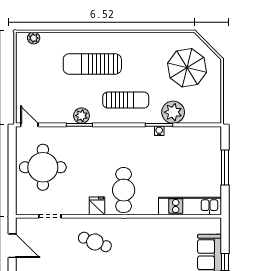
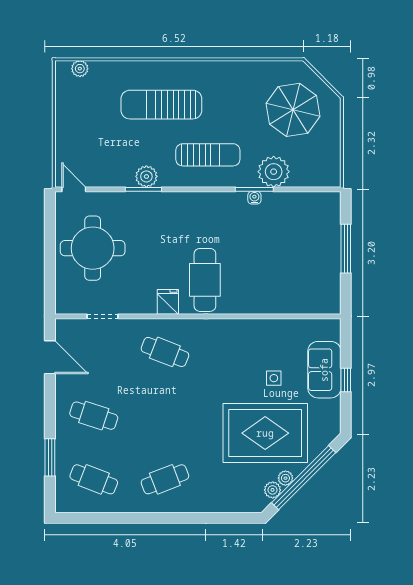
kitchen unit: (190, 206) -> (297, 302), removed
side table: (173, 261) -> (274, 378), added

